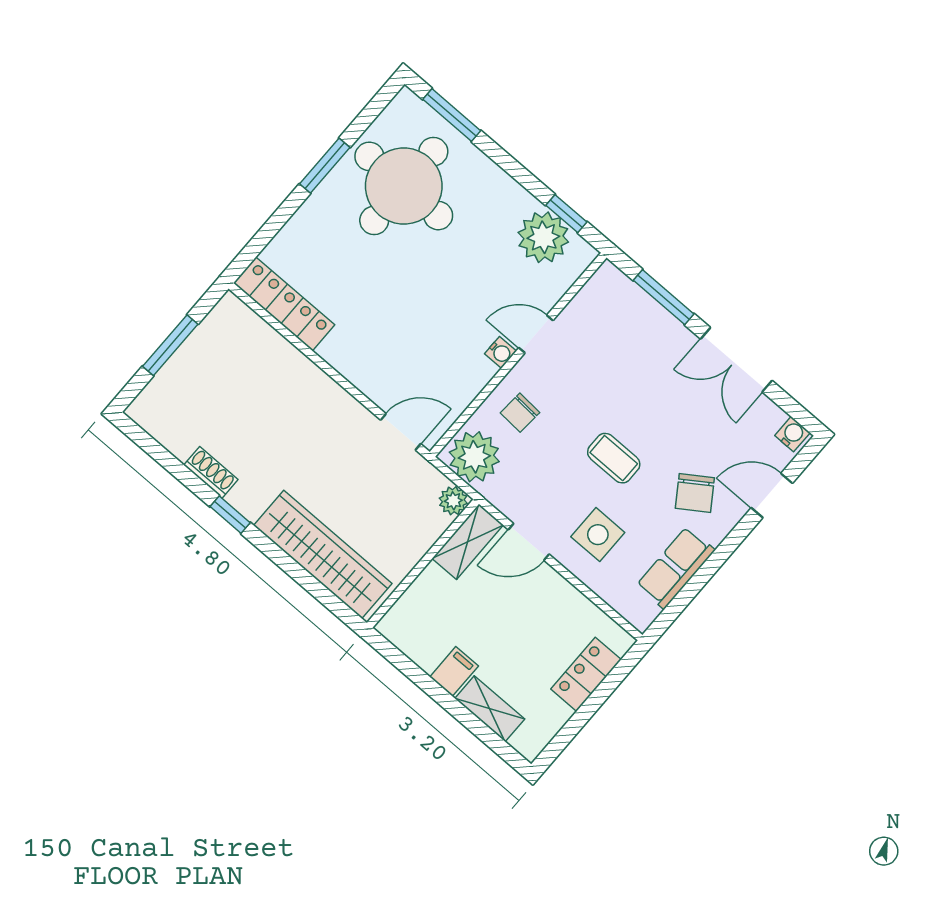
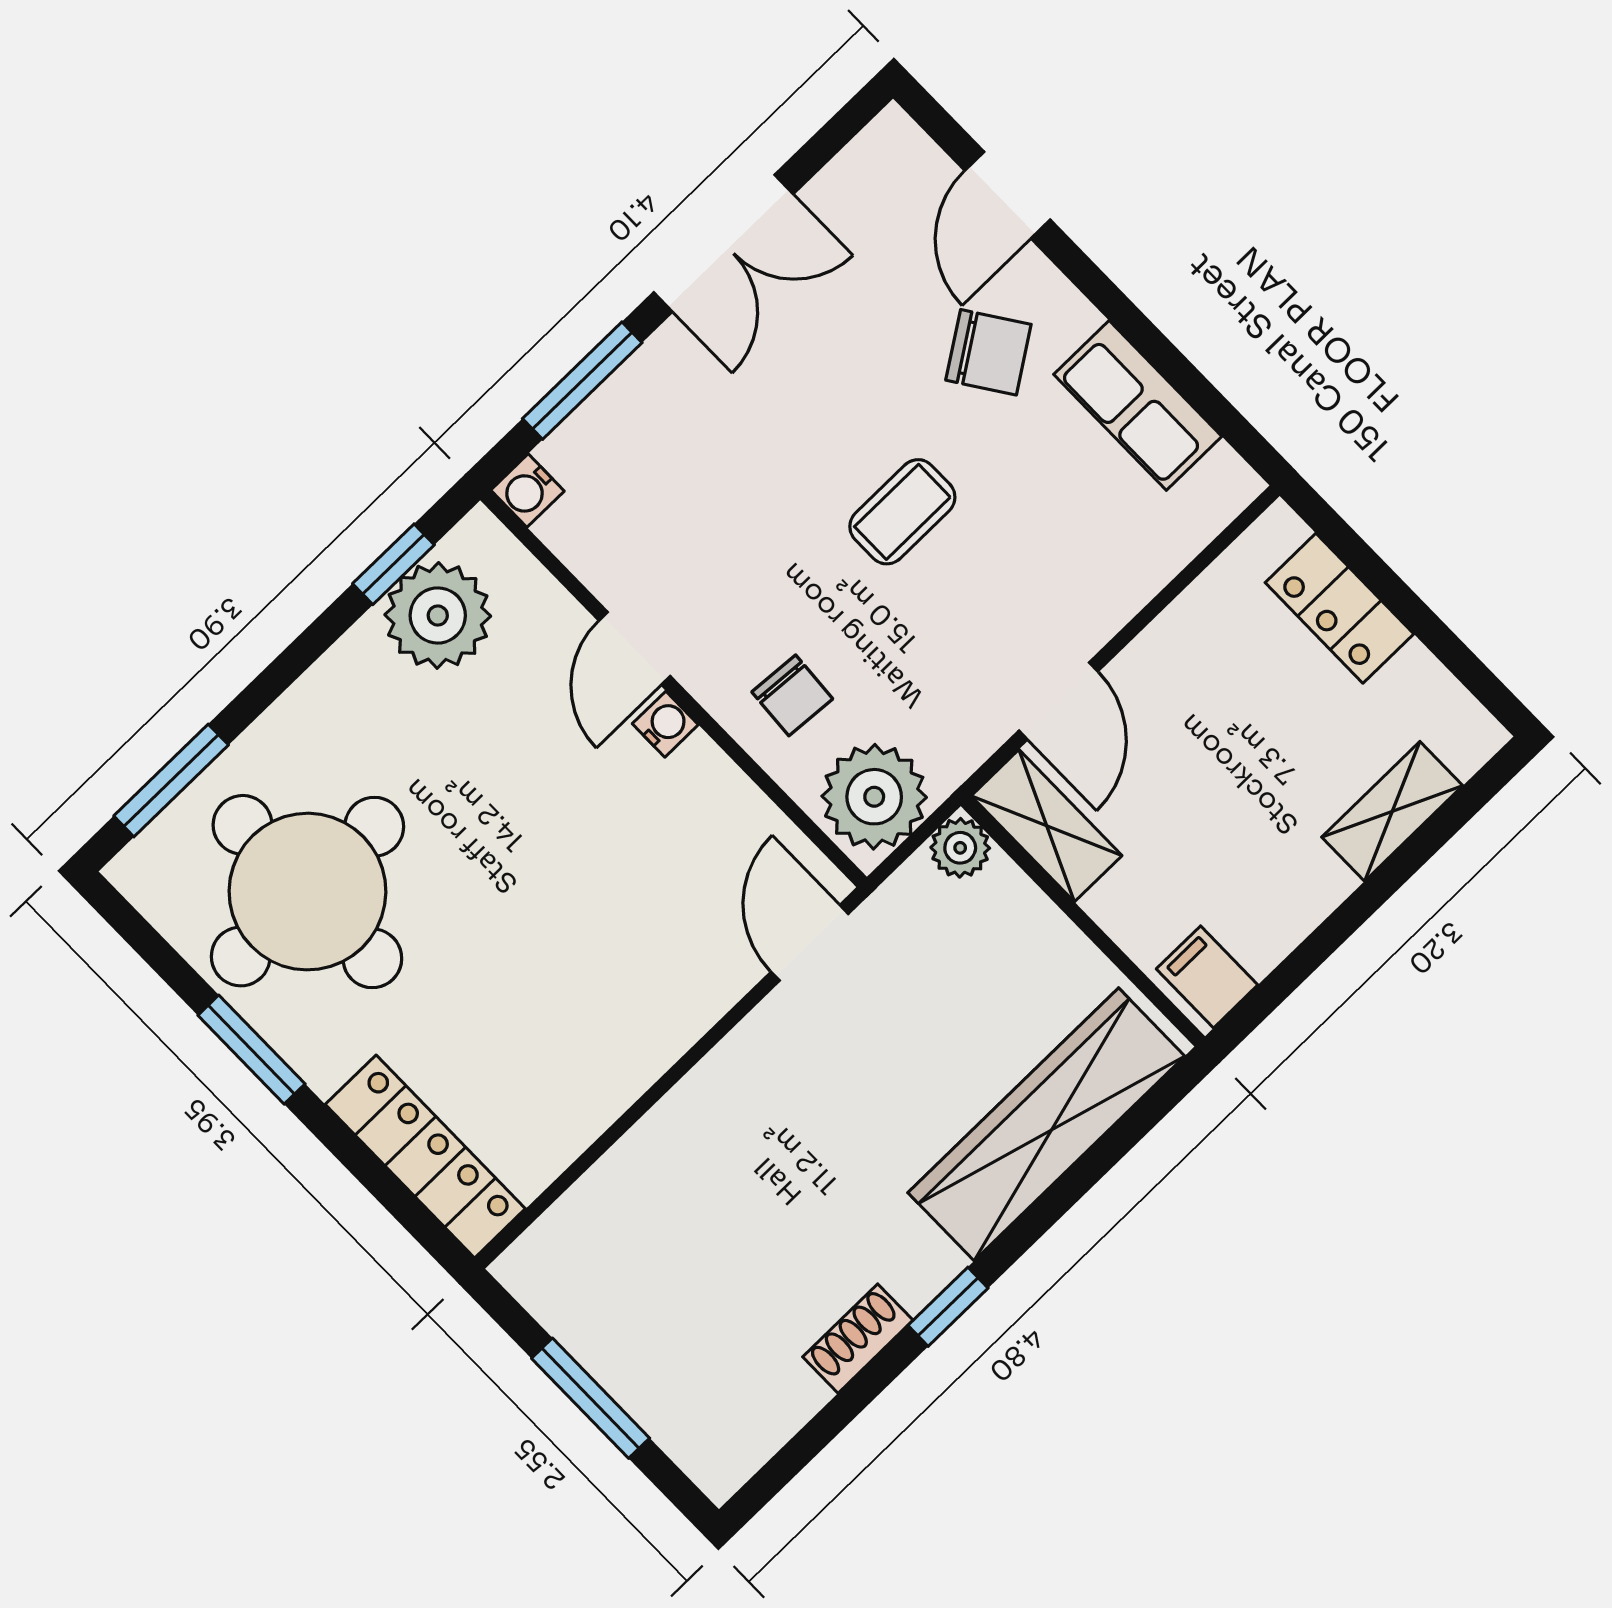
locker: (284, 304) -> (425, 1157), moved, turned 90
water cooler: (792, 434) -> (527, 491), moved, turned -90
side table: (598, 535) -> (1056, 558), removed
filing cabinet: (454, 671) -> (1207, 977), moved

